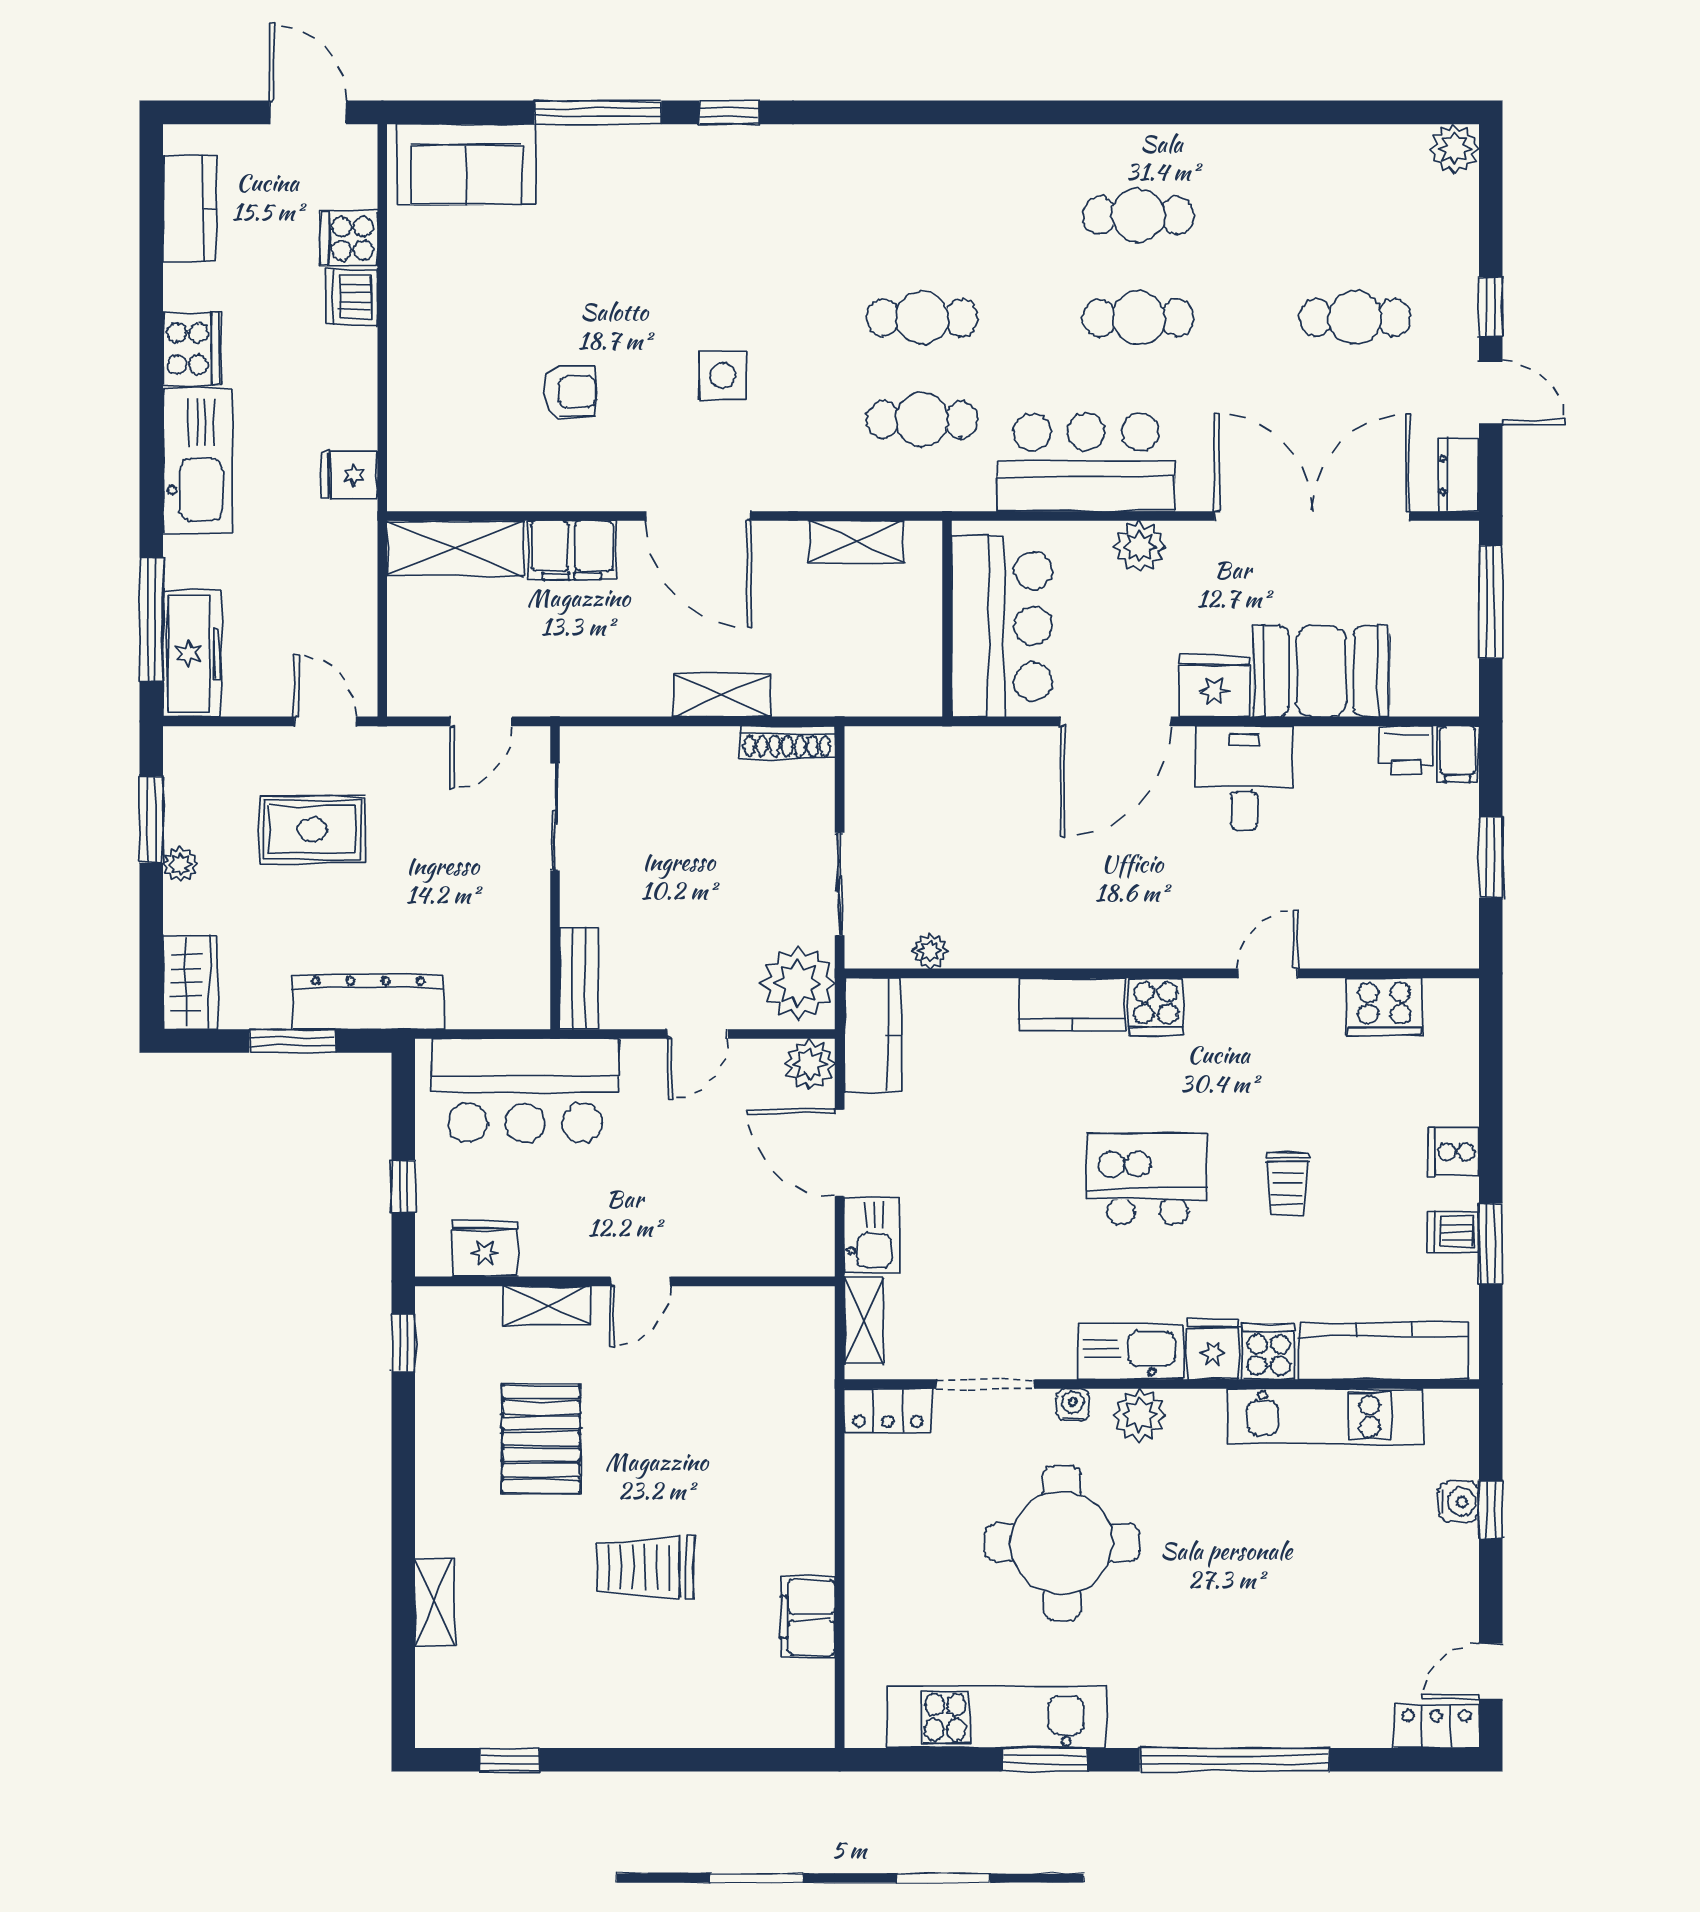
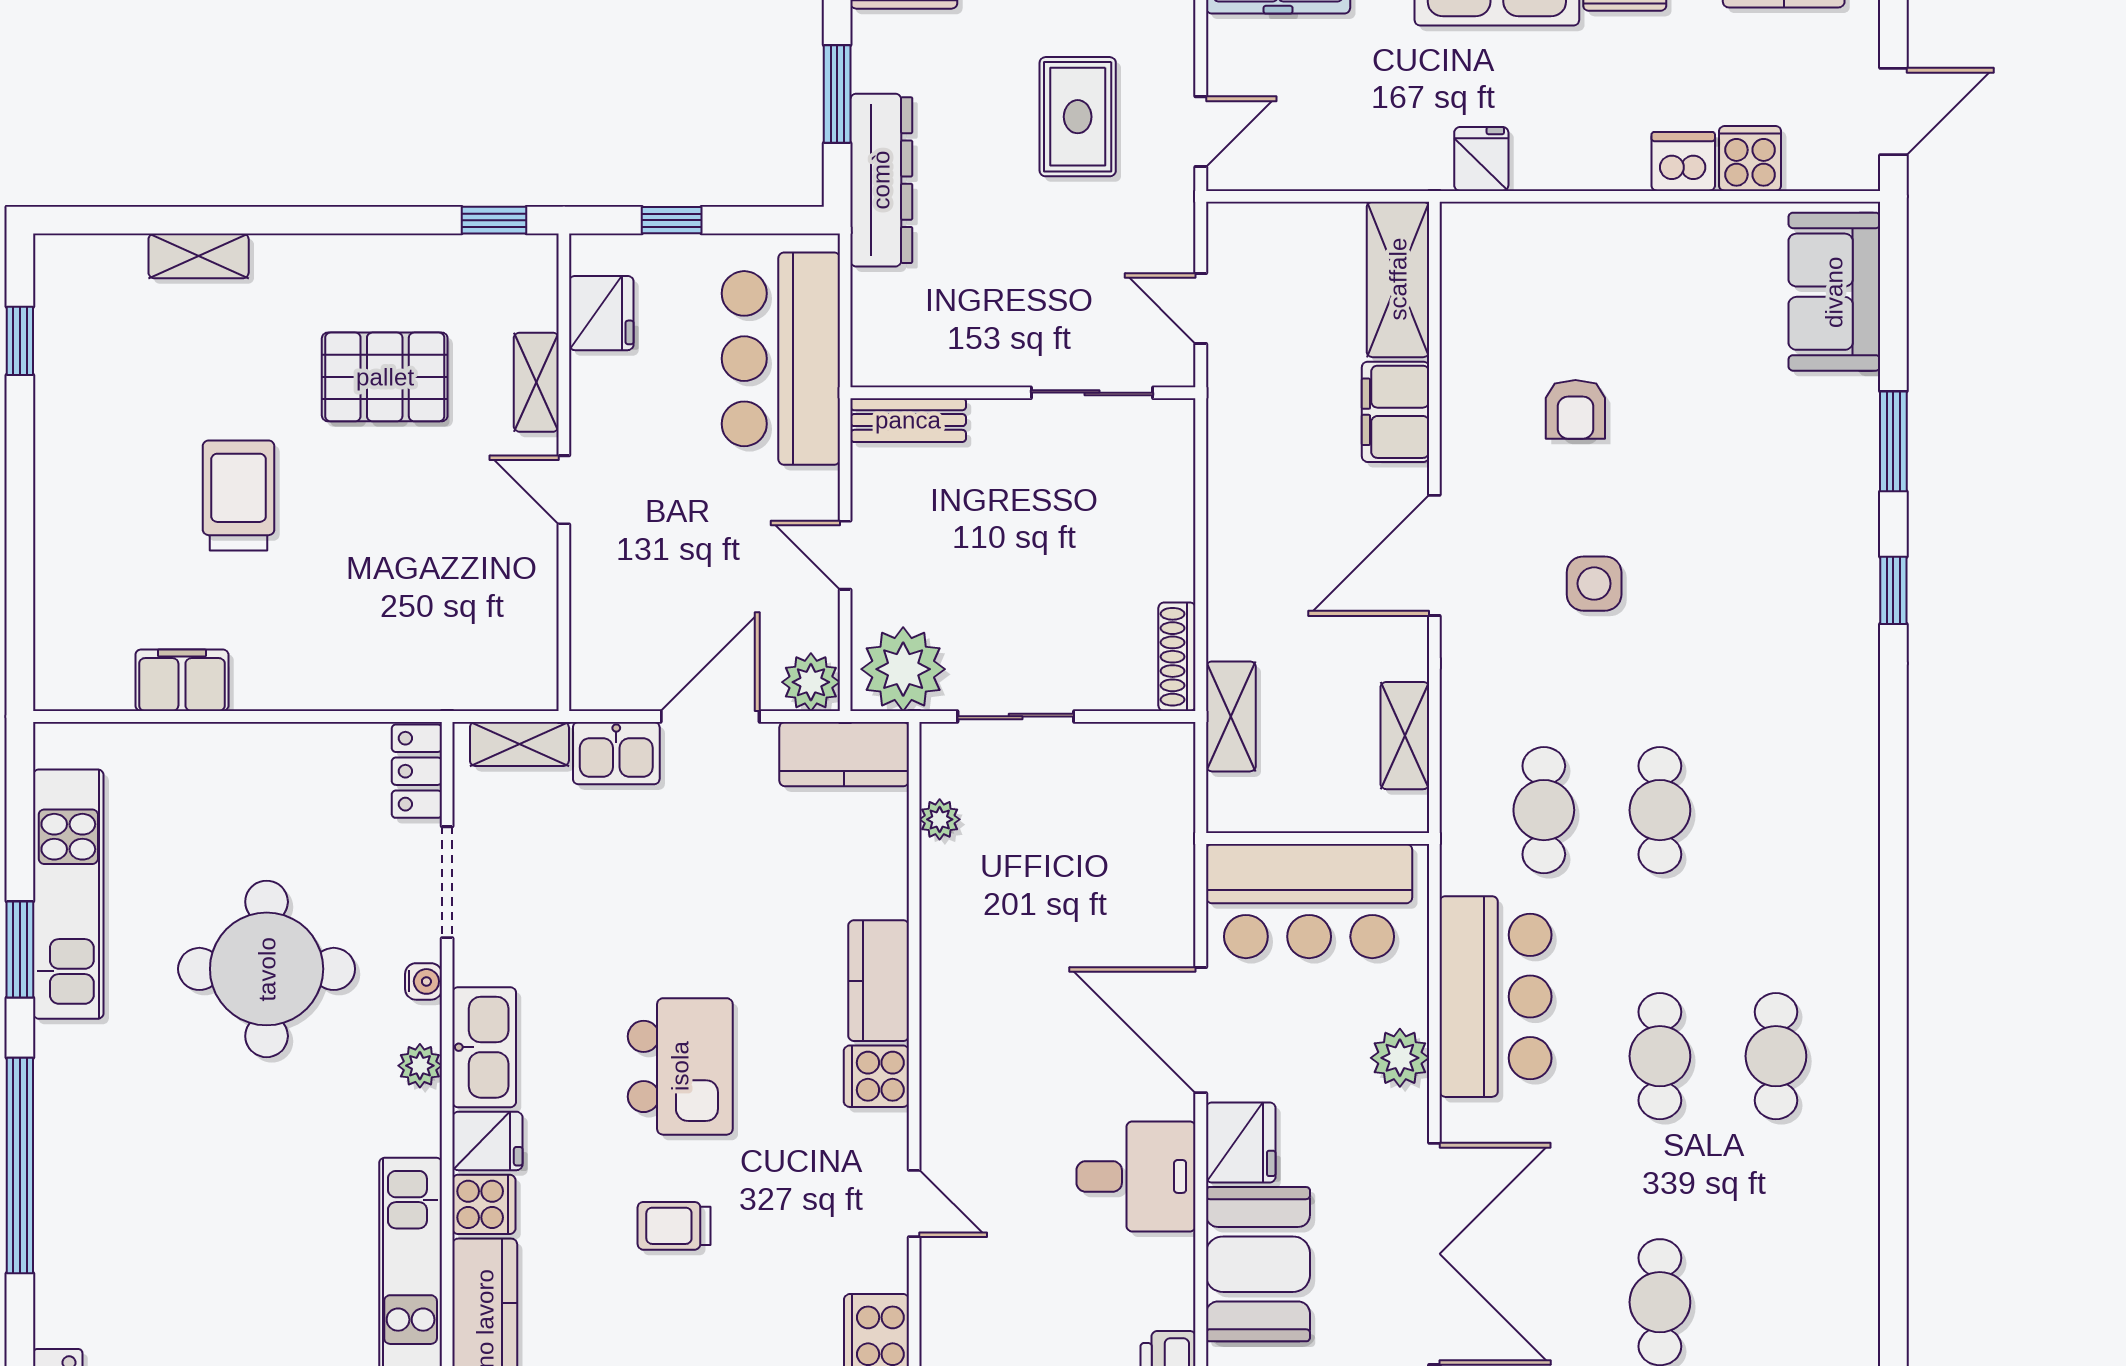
window: (598, 112) -> (1893, 441), width x0.69
shelving: (722, 695) -> (1231, 716), moved
plant: (1140, 1415) -> (420, 1066), width x0.73, depth x0.73

